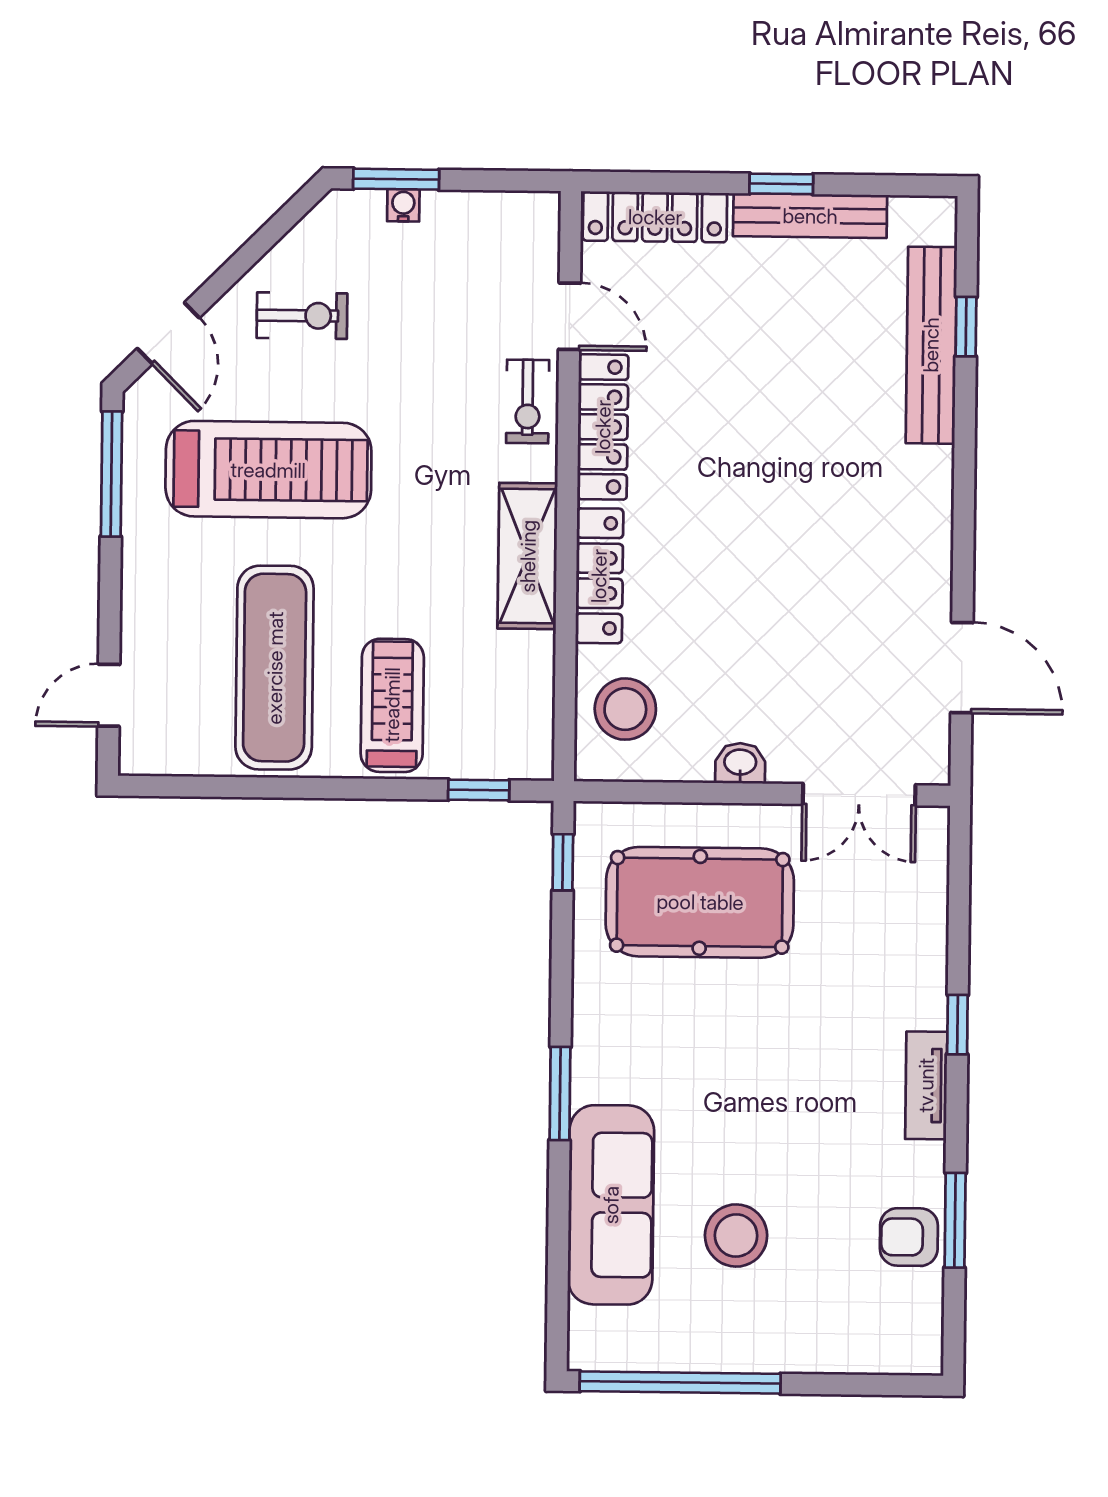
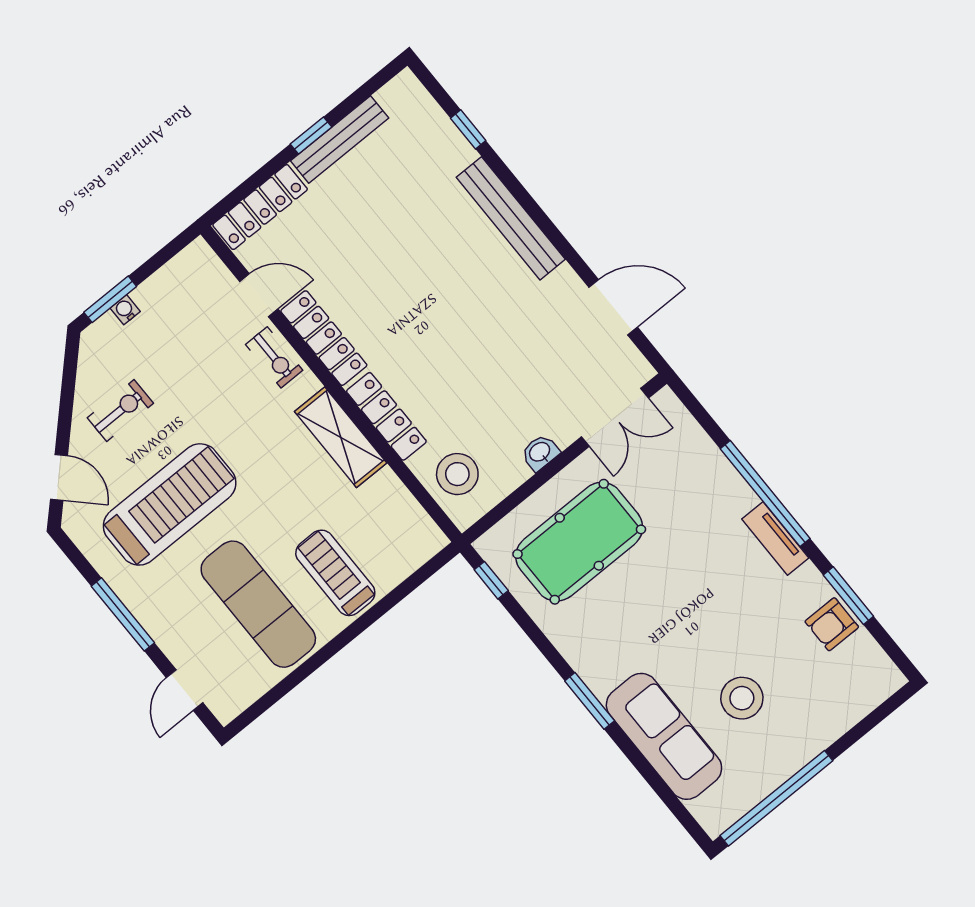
bench: (931, 345) -> (511, 218), moved
window: (111, 474) -> (123, 614), moved
window: (479, 790) -> (417, 579), removed
window: (957, 1025) -> (765, 494), width x3.17

